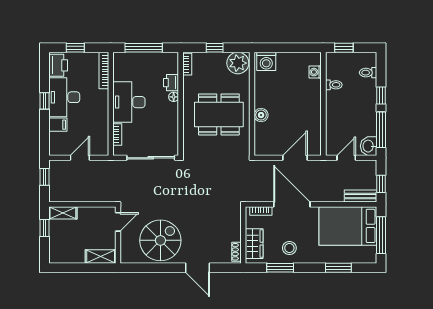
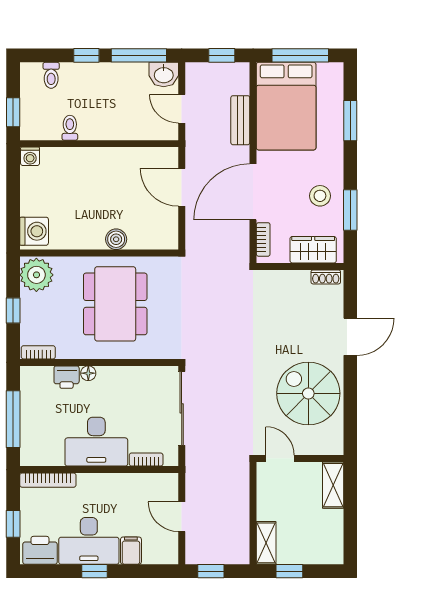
washing machine: (315, 72) -> (30, 156), moved
bench: (360, 196) -> (240, 120), moved

